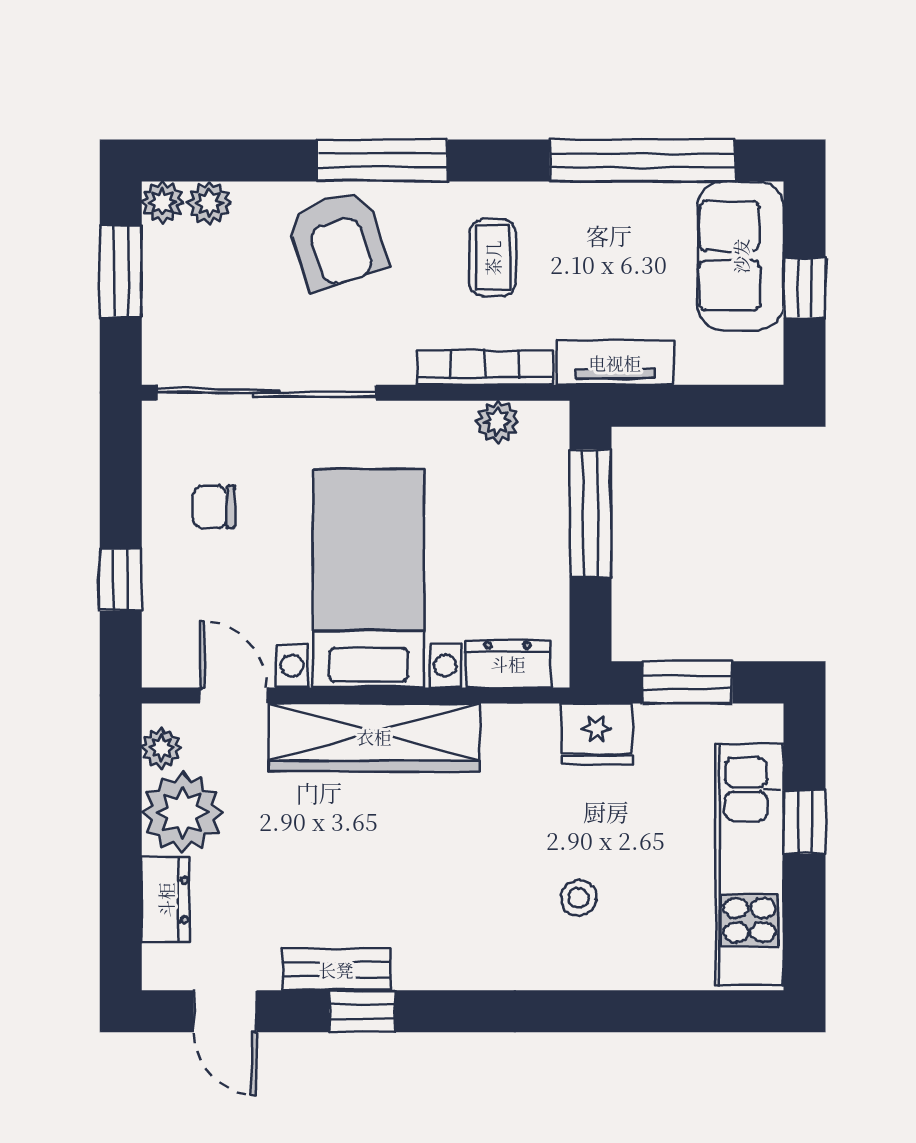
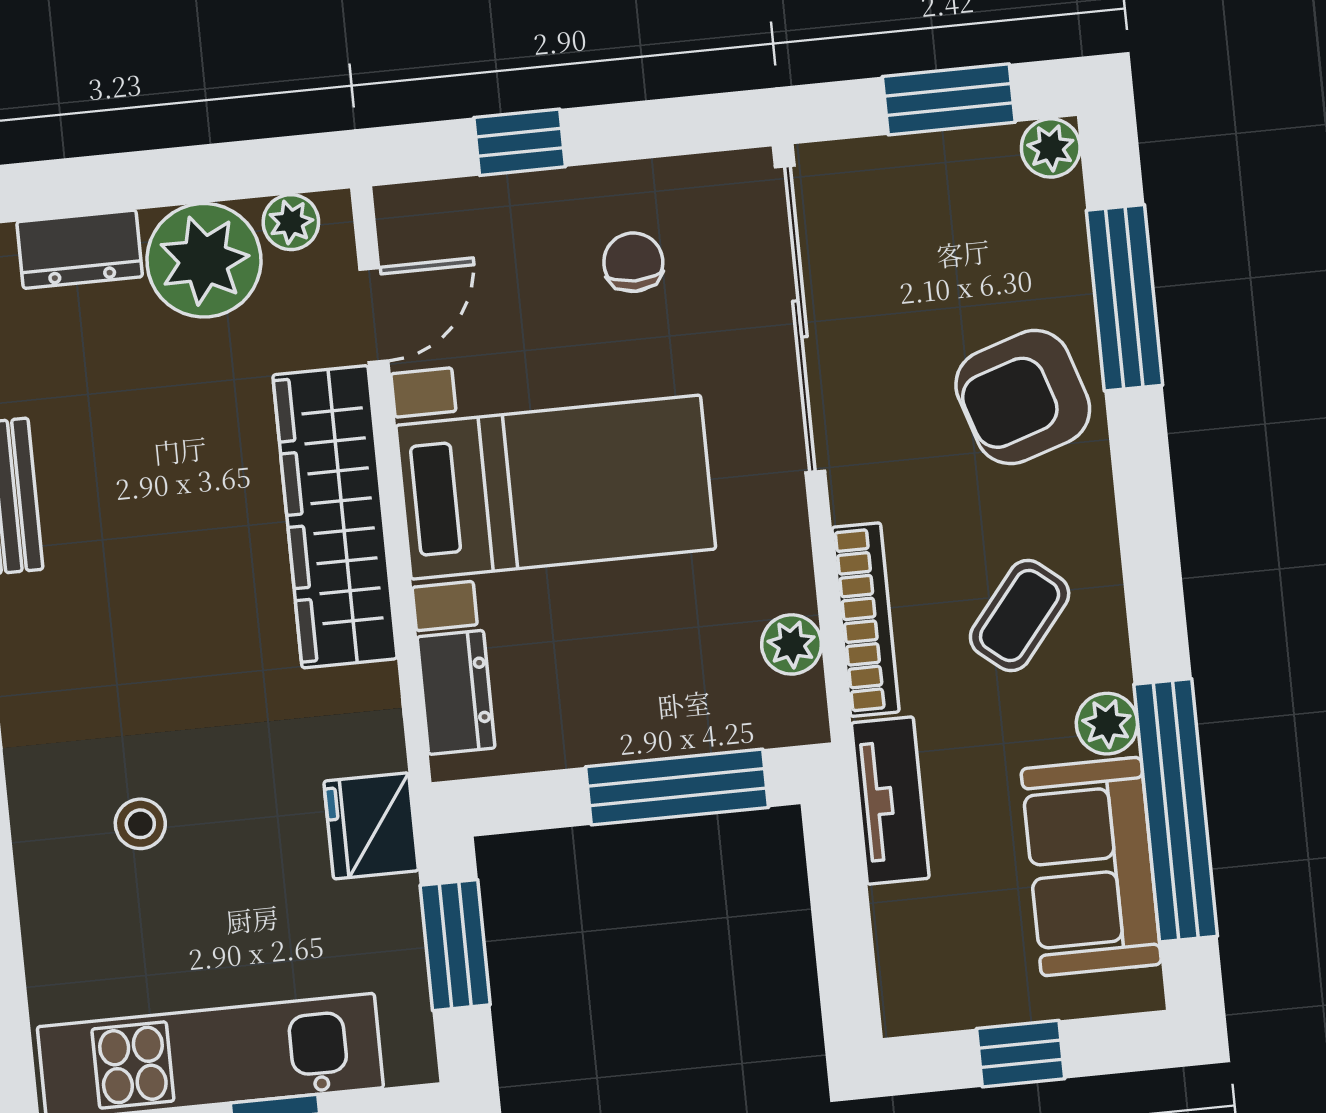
window: (383, 160) -> (1124, 298), moved
plant: (209, 203) -> (1107, 724), moved
sofa: (741, 256) -> (1091, 867), moved, turned -90
coffee table: (493, 258) -> (1020, 615), turned -51

